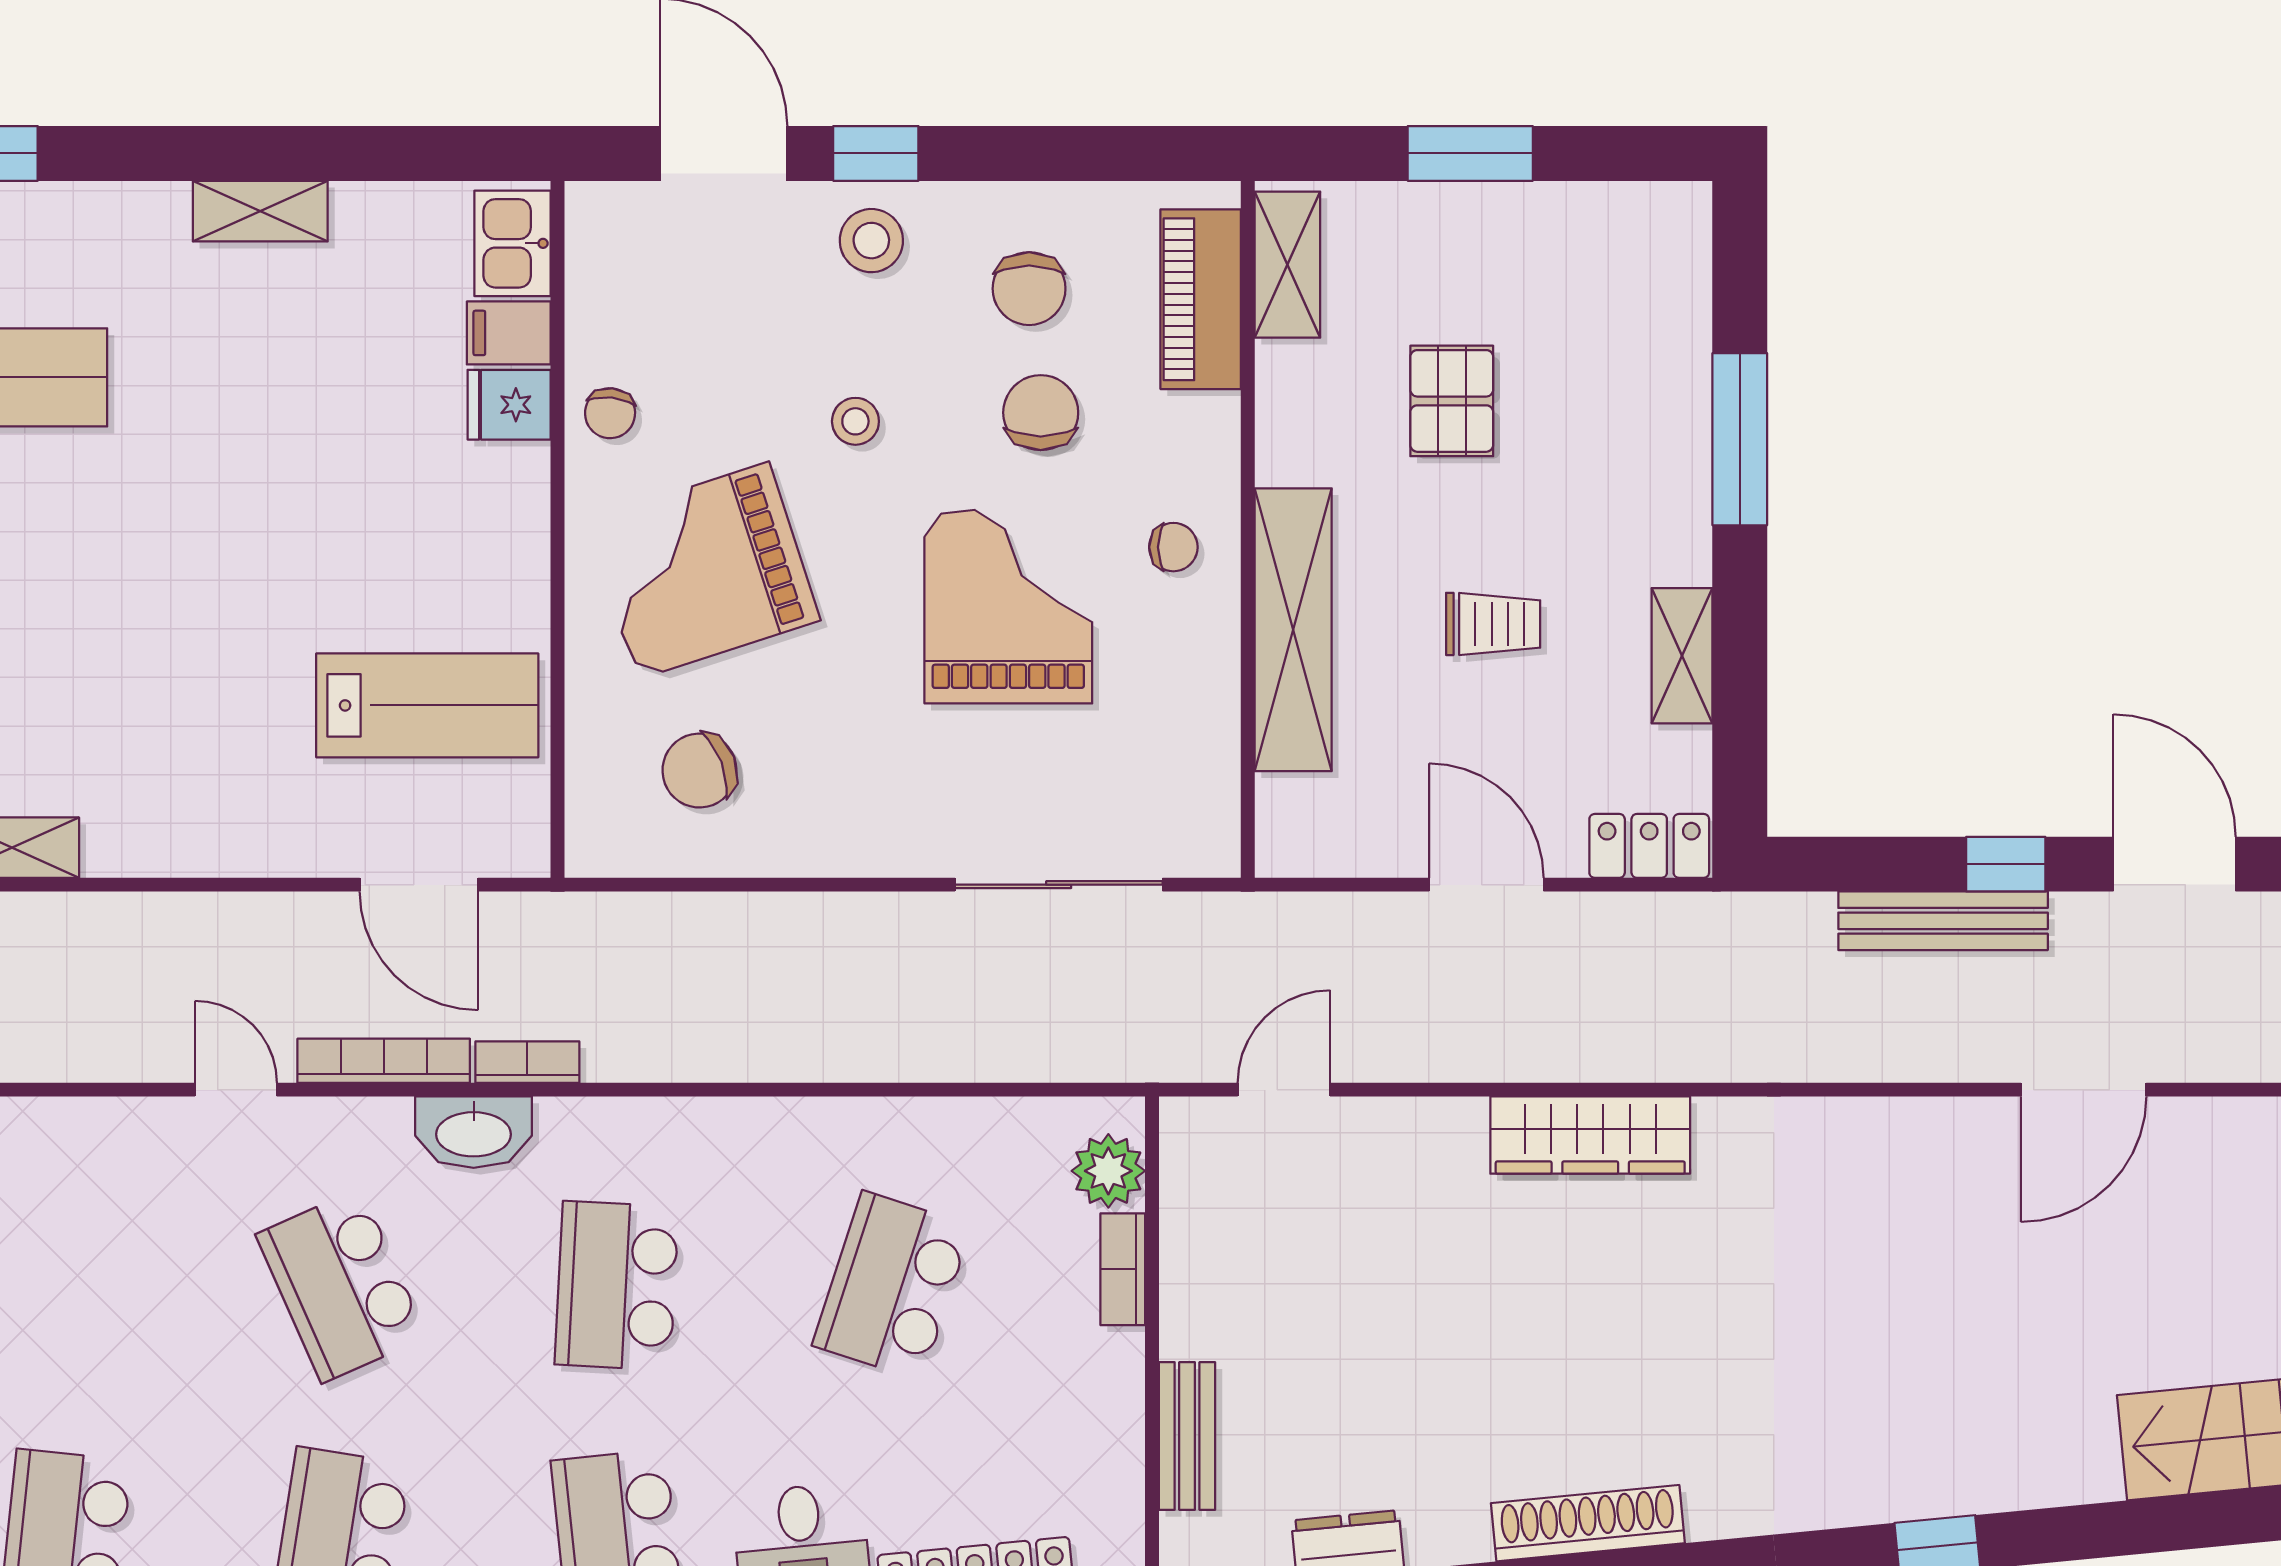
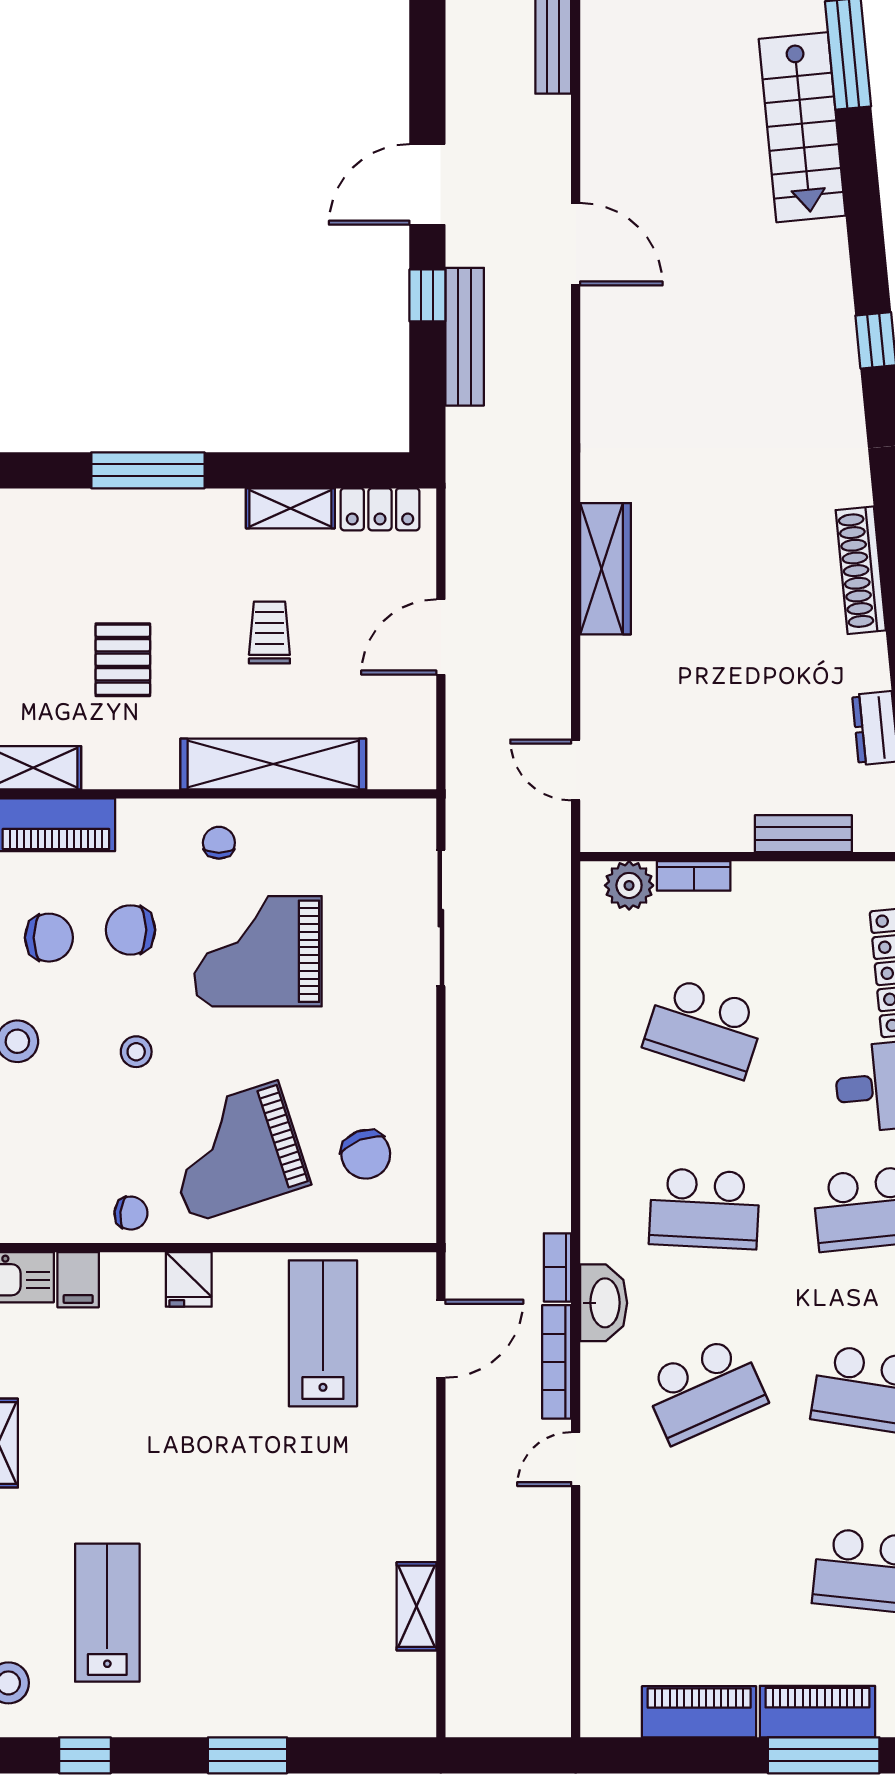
pallet: (1452, 401) -> (123, 660), turned 90
fridge: (509, 405) -> (189, 1279), moved
grand piano: (703, 571) -> (234, 1152), turned 90
locker: (1649, 846) -> (380, 509), moved, turned -90

